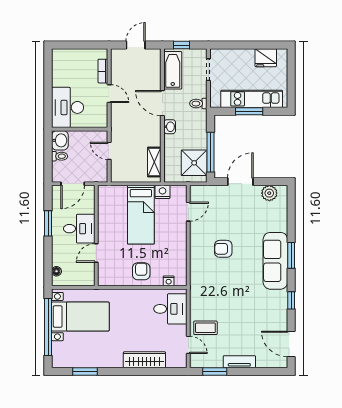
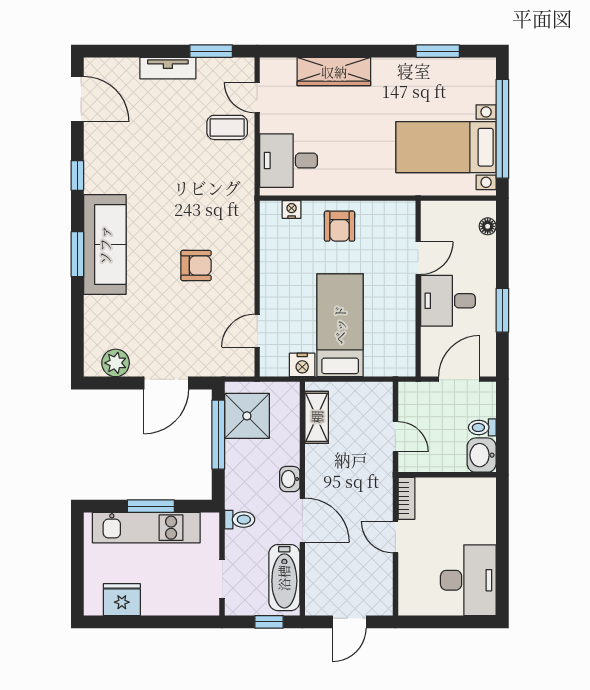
bookcase: (103, 71) -> (406, 498), moved
desk: (68, 107) -> (468, 580), moved

